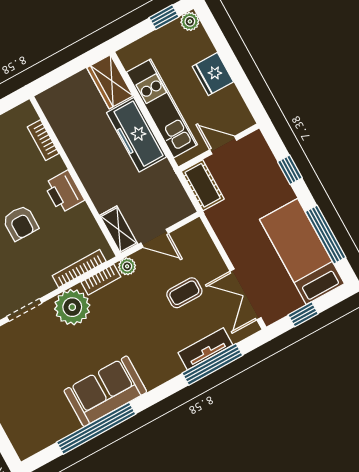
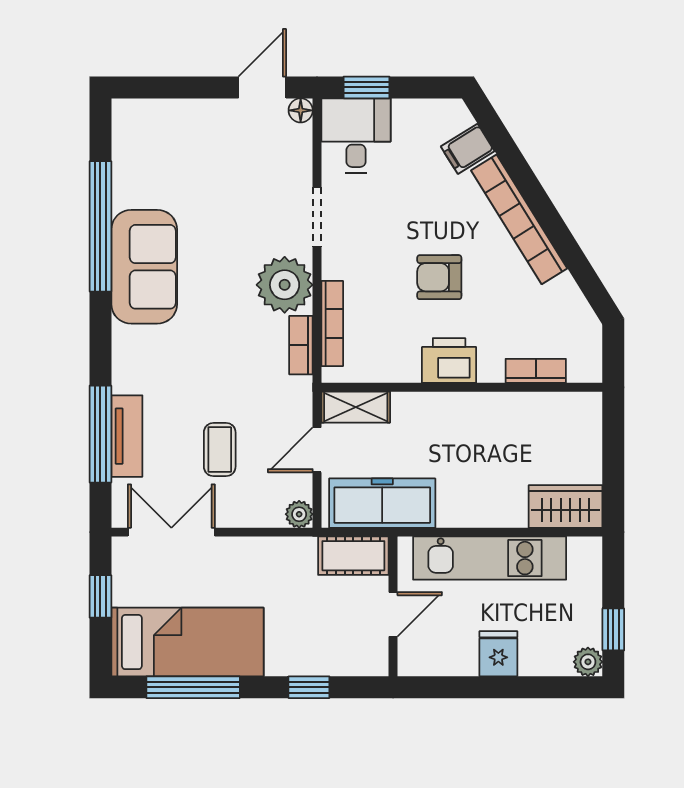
fridge: (213, 74) -> (498, 654), width x0.72
freezer: (137, 135) -> (382, 503), moved
plant: (127, 266) -> (299, 514), moved

